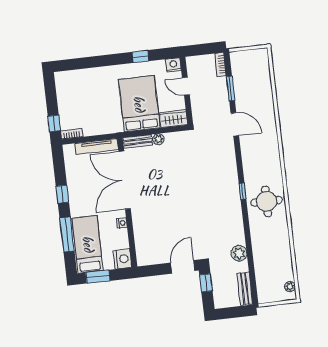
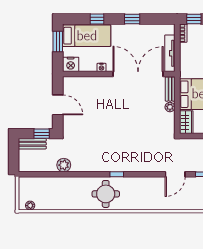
window: (67, 234) -> (97, 19), width x0.46
door: (183, 267) -> (58, 105), moved
bench: (245, 289) -> (32, 144), moved

